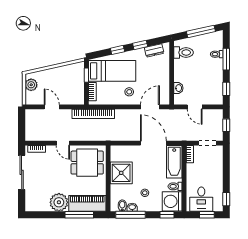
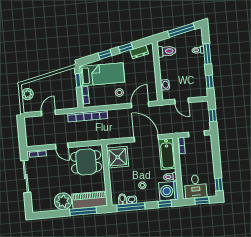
door: (52, 107) -> (48, 113), hinge flipped
shower: (121, 173) -> (118, 157), moved

